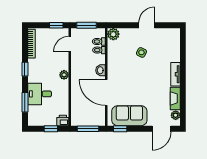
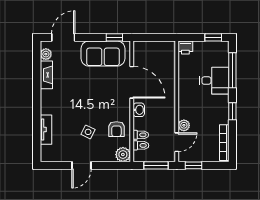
armchair: (119, 55) -> (116, 129), added
tv unit: (175, 74) -> (46, 130), moved
plant: (64, 75) -> (184, 125), moved
window: (25, 102) -> (232, 70), width x1.44
window: (51, 129) -> (213, 37), moved
window: (88, 129) -> (154, 37), removed

